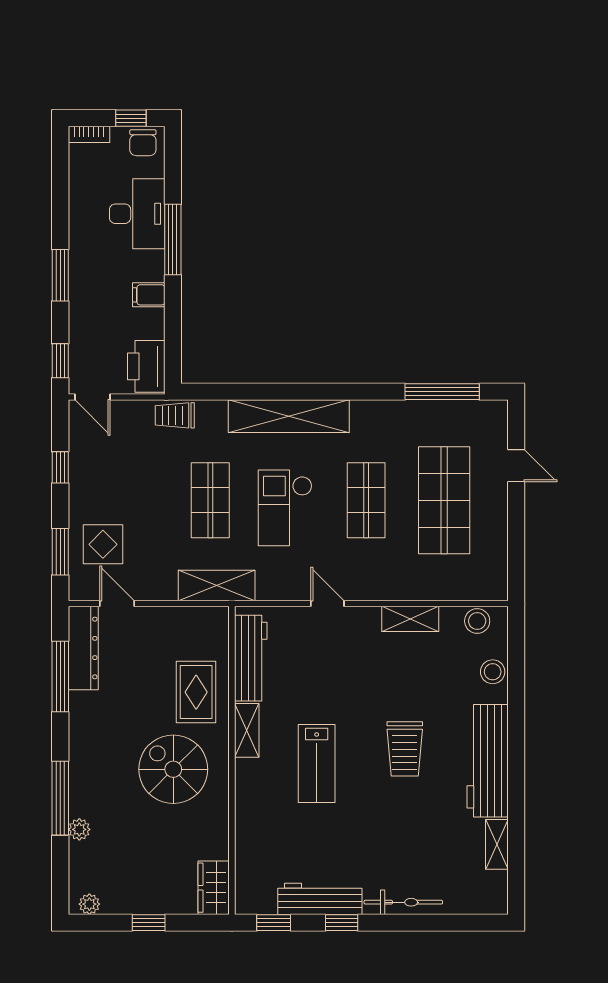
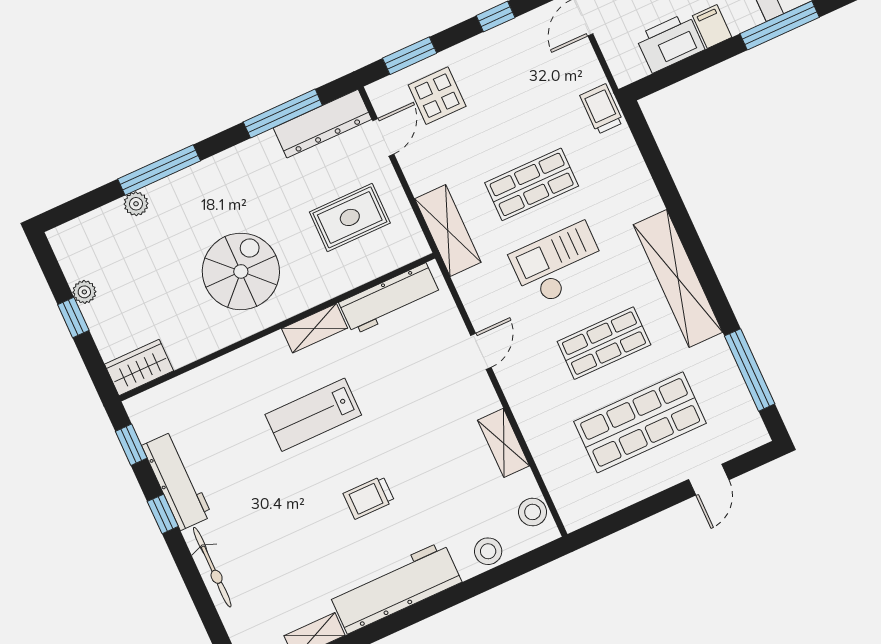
printer: (146, 366) -> (670, 43), moved
shelving: (289, 416) -> (678, 279), moved
rug: (196, 692) -> (350, 217), moved
trolley: (405, 749) -> (369, 497), width x0.73, depth x0.72
plant: (89, 904) -> (84, 292), moved

